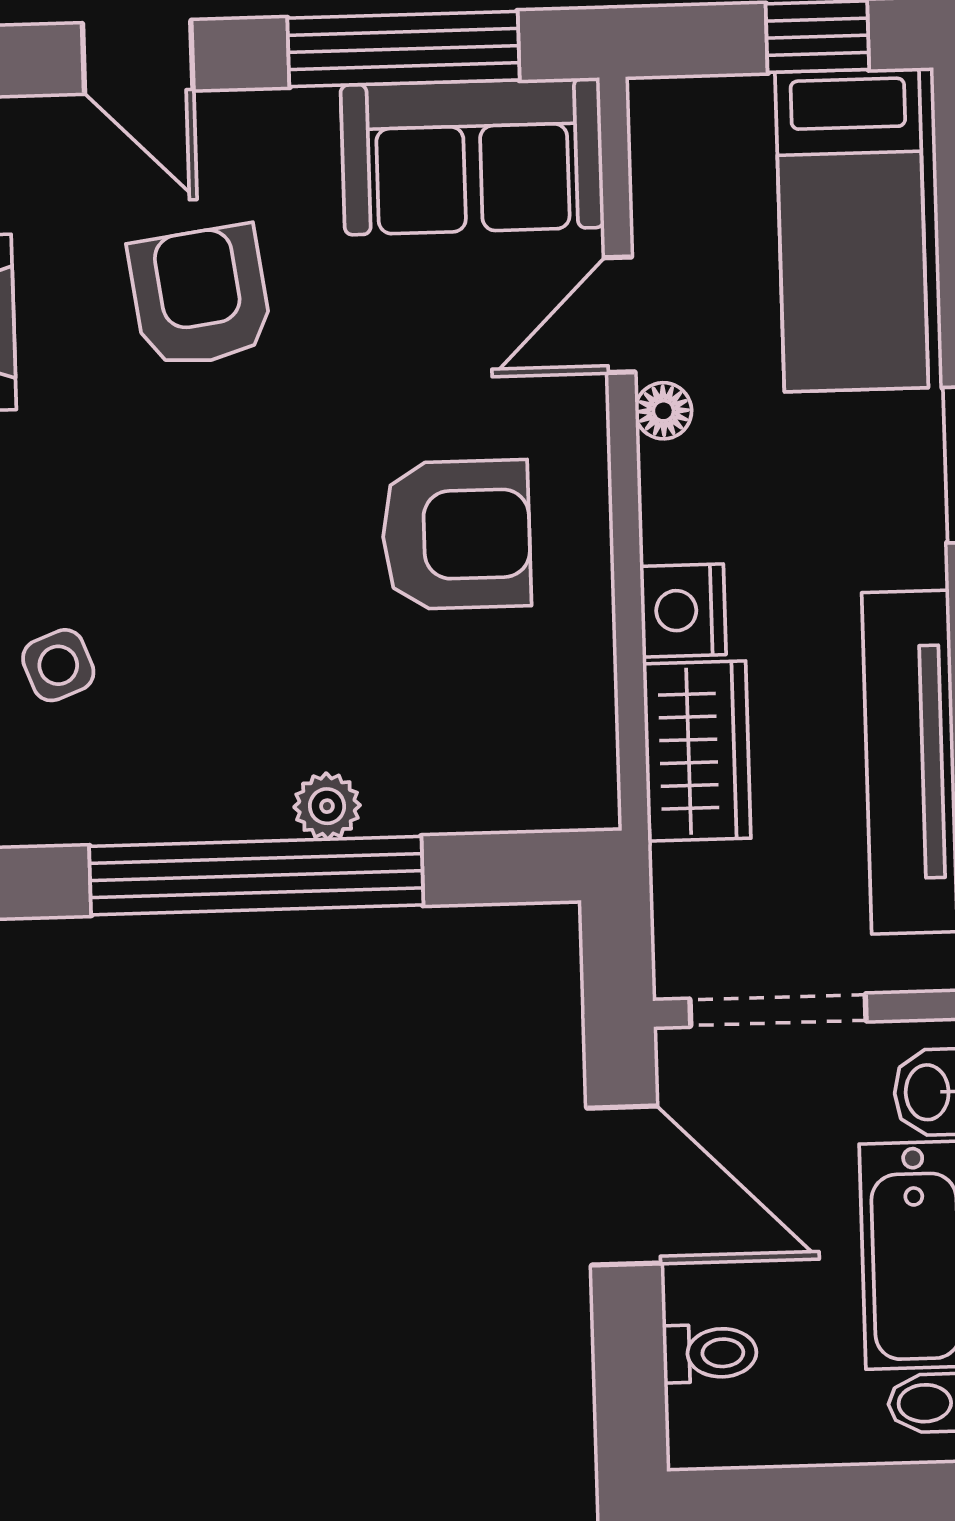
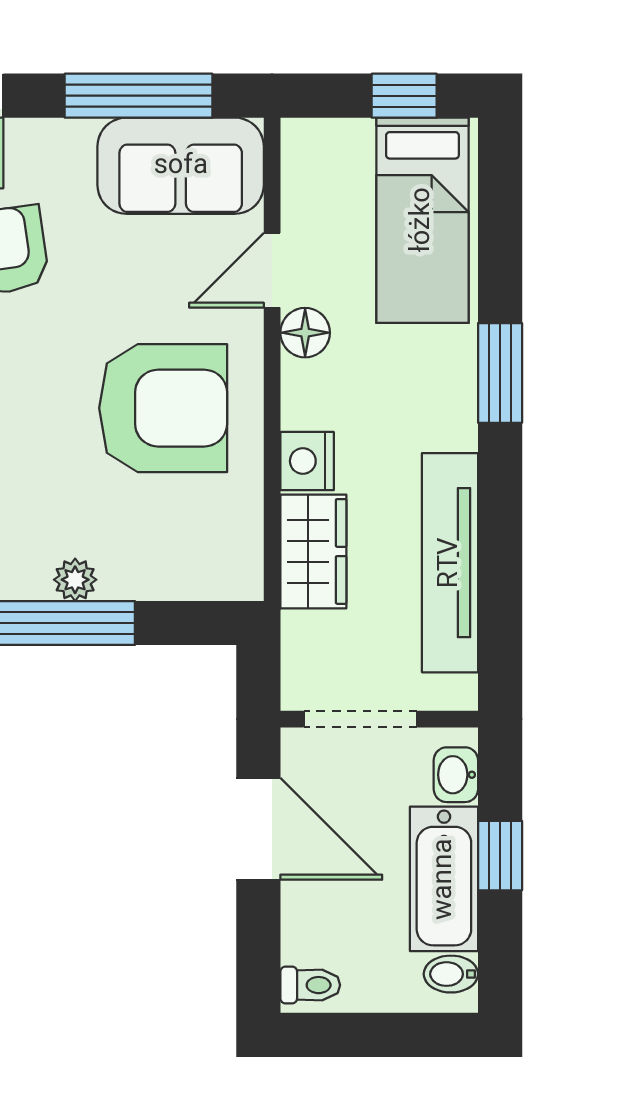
floor lamp: (663, 411) -> (305, 333), width x1.37, depth x1.37
armchair: (456, 535) -> (163, 408), width x1.36, depth x1.36
toilet: (710, 1353) -> (310, 985), moved

